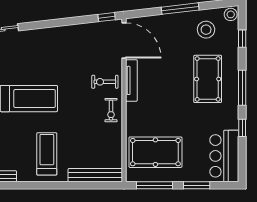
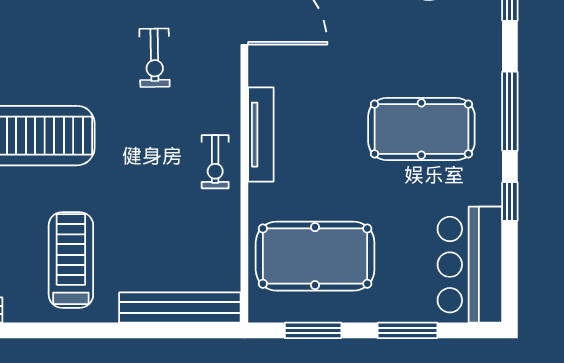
pool table: (208, 79) -> (421, 129), moved, turned 90
tv unit: (131, 80) -> (261, 135), moved
exercise bike: (105, 82) -> (155, 58), moved, turned -91
window: (155, 185) -> (313, 330), width x0.69

